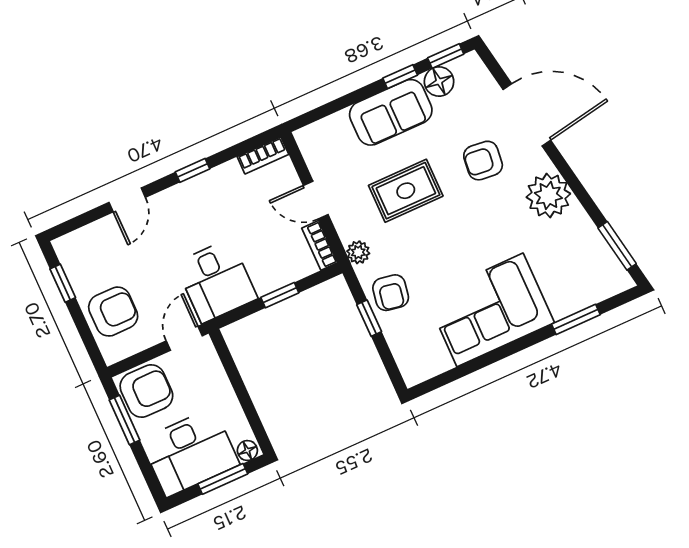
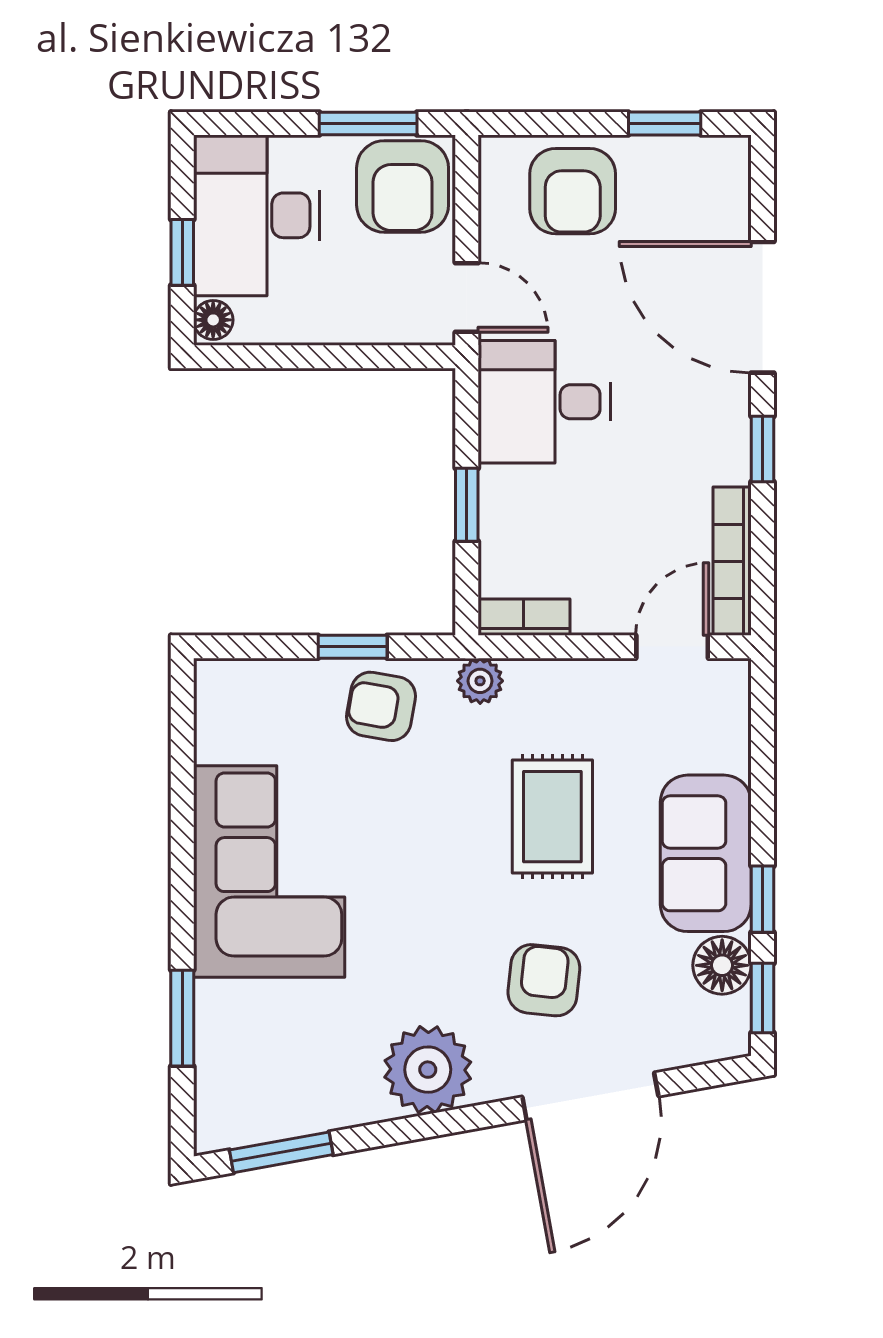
bookcase: (263, 155) -> (732, 561), width x1.56
door: (127, 200) -> (762, 307), width x1.88
door: (316, 200) -> (672, 647), moved
window: (223, 479) -> (182, 252), width x0.67

